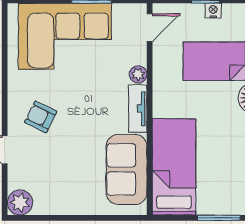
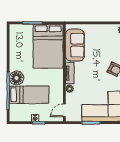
bed: (174, 167) -> (48, 46), width x1.50

